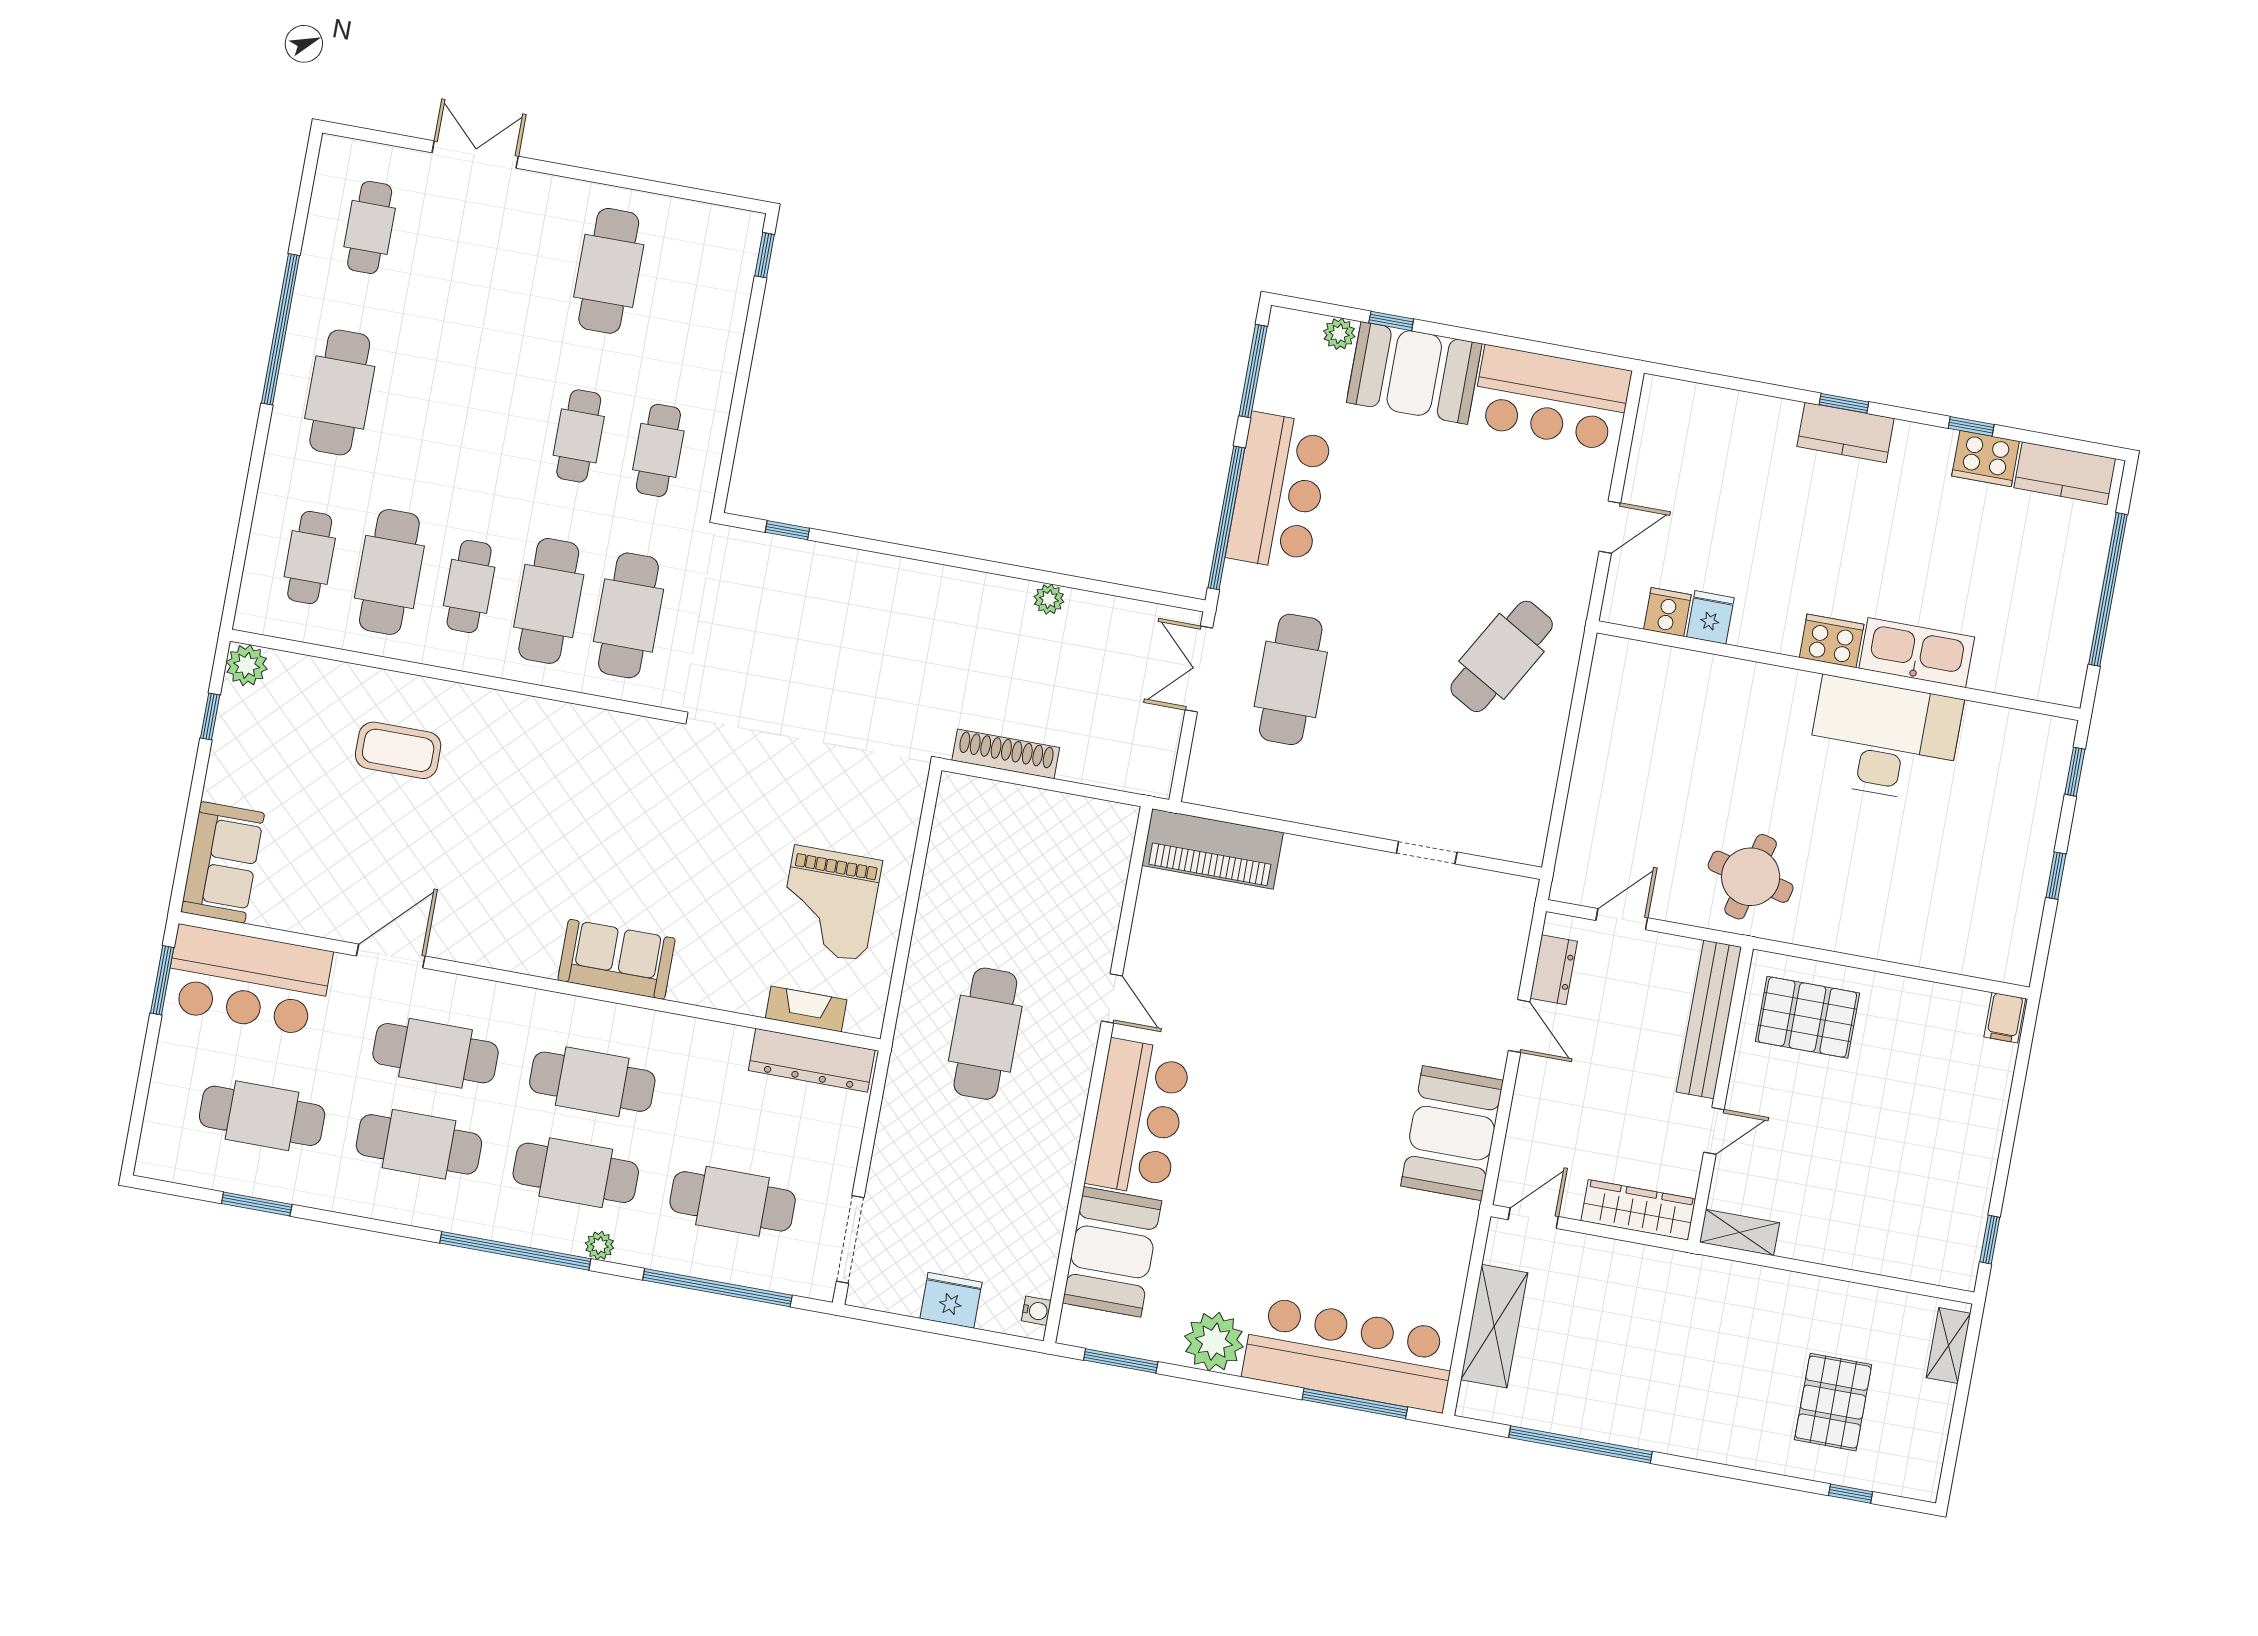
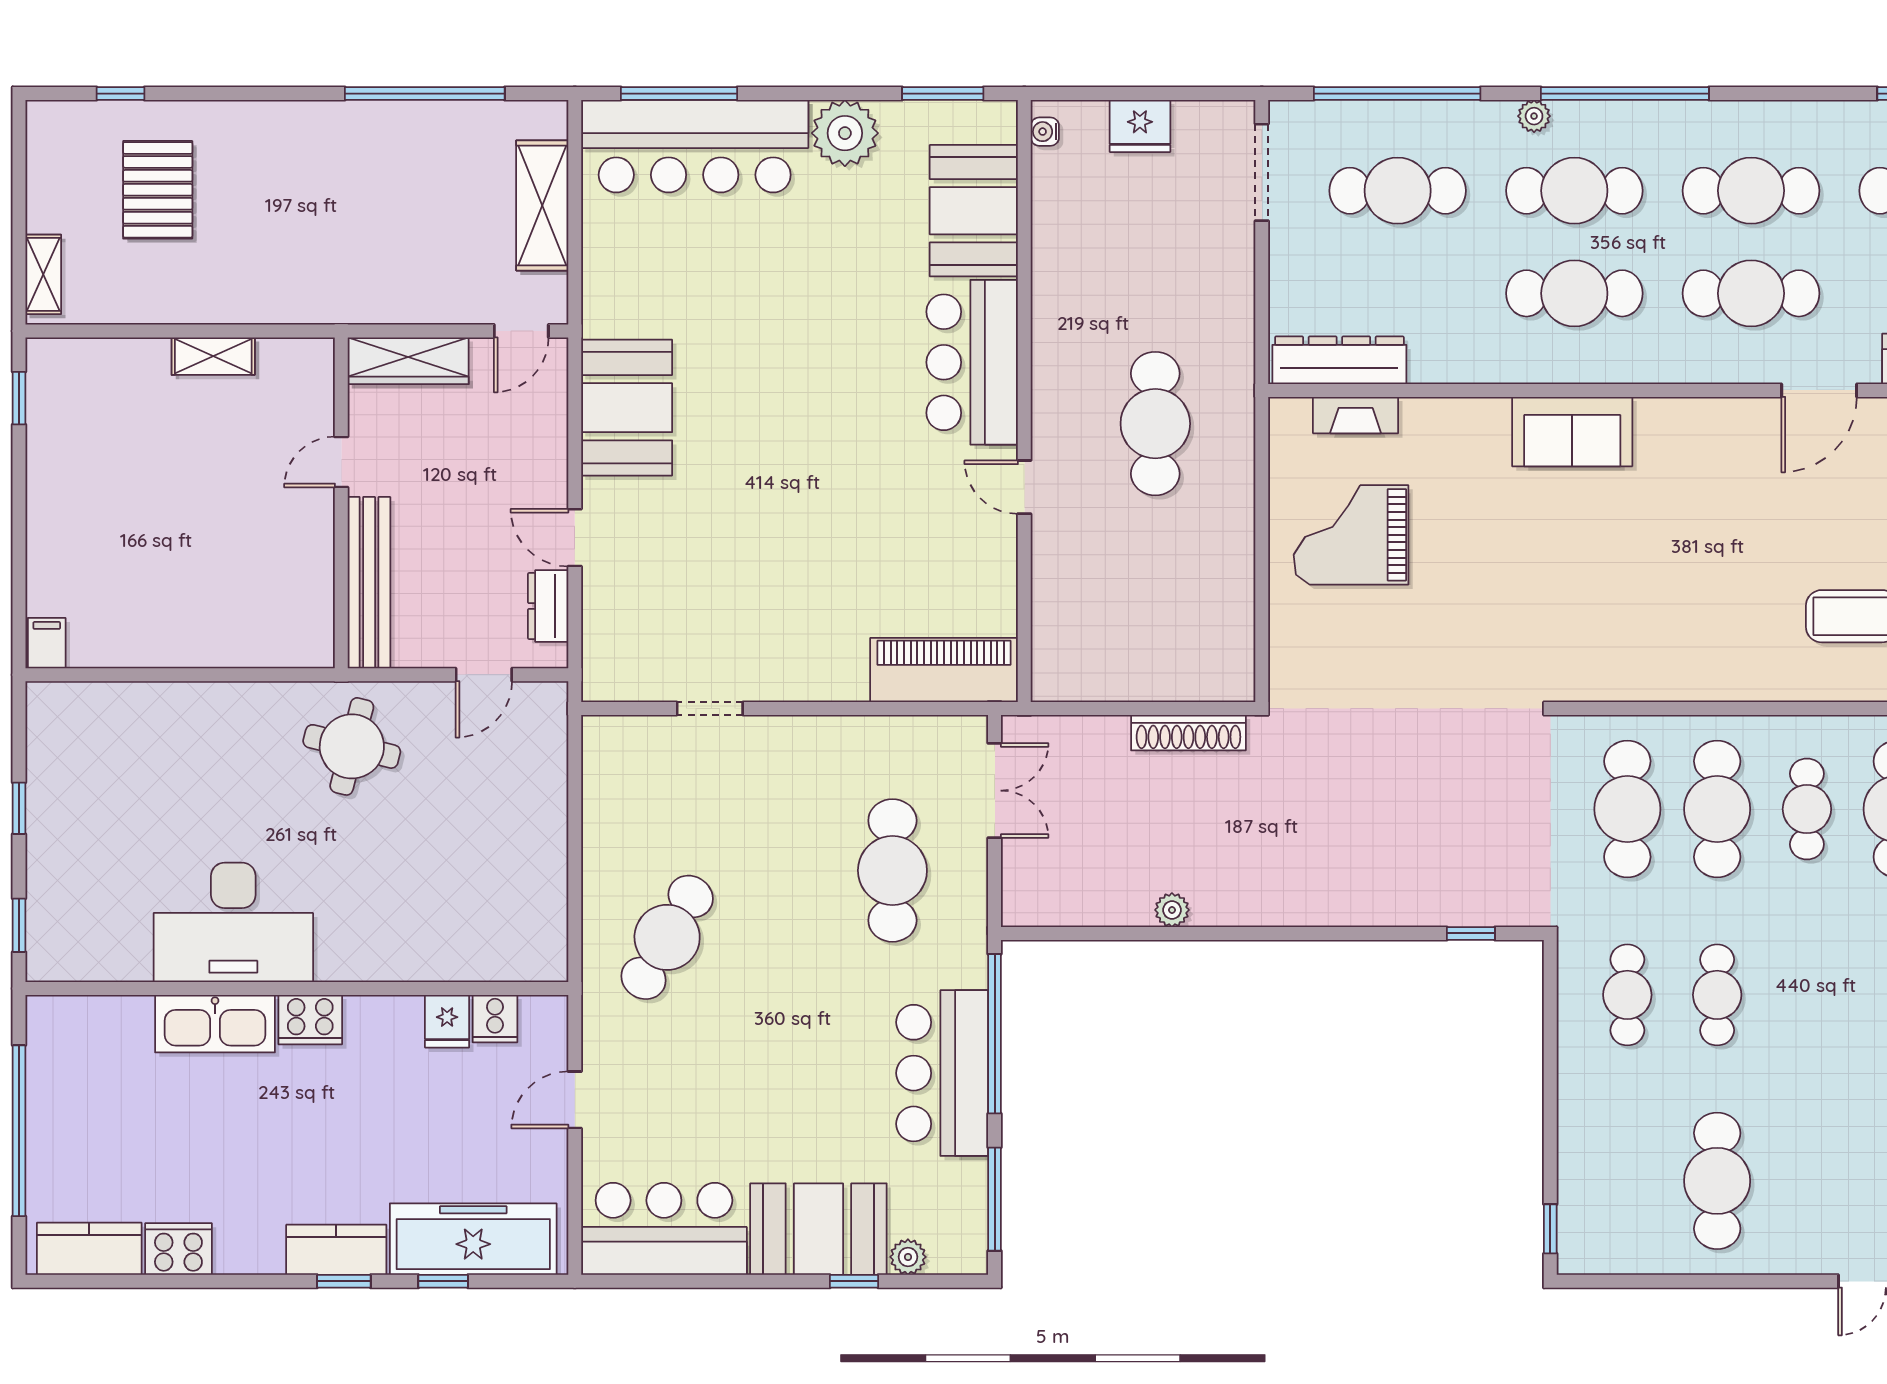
freezer: (1722, 420) -> (473, 1239), added
window: (1971, 426) -> (443, 1281), moved
double door: (1199, 669) -> (995, 791), moved
grand piano: (830, 903) -> (1351, 535), turned -90
pallet: (1807, 1017) -> (262, 604), removed
shelving: (1740, 1233) -> (213, 356), moved

